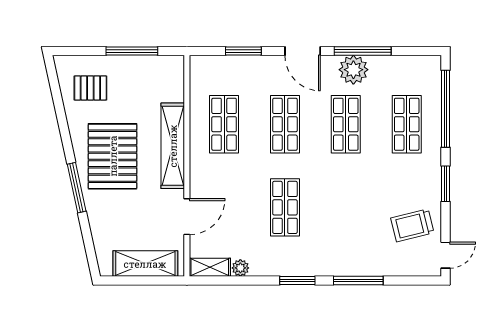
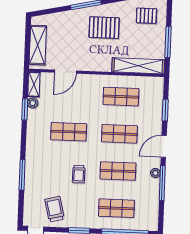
plant: (353, 70) -> (155, 173), width x0.53, depth x0.53
pallet: (90, 88) -> (146, 16), turned 90
shelving: (173, 146) -> (138, 66), moved
pallet: (113, 156) -> (104, 28), width x0.73, depth x0.71
trolley: (354, 188) -> (79, 174), added
door: (187, 217) -> (65, 72), hinge flipped
window: (297, 281) -> (25, 109), moved

